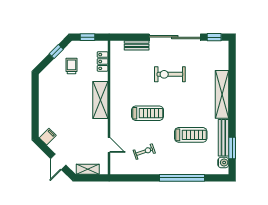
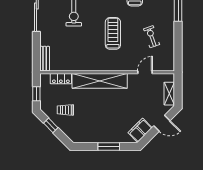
bench: (137, 45) -> (45, 59), moved
shelving: (100, 100) -> (100, 81), width x1.47
window: (35, 109) -> (109, 147), added
filing cabinet: (48, 137) -> (140, 130), width x2.00

